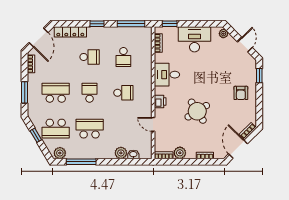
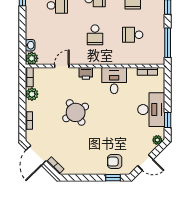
window: (170, 24) -> (168, 120), moved
armchair: (241, 93) -> (115, 162), moved
door: (238, 149) -> (36, 155), swing flipped
plant: (121, 153) -> (32, 58), moved

